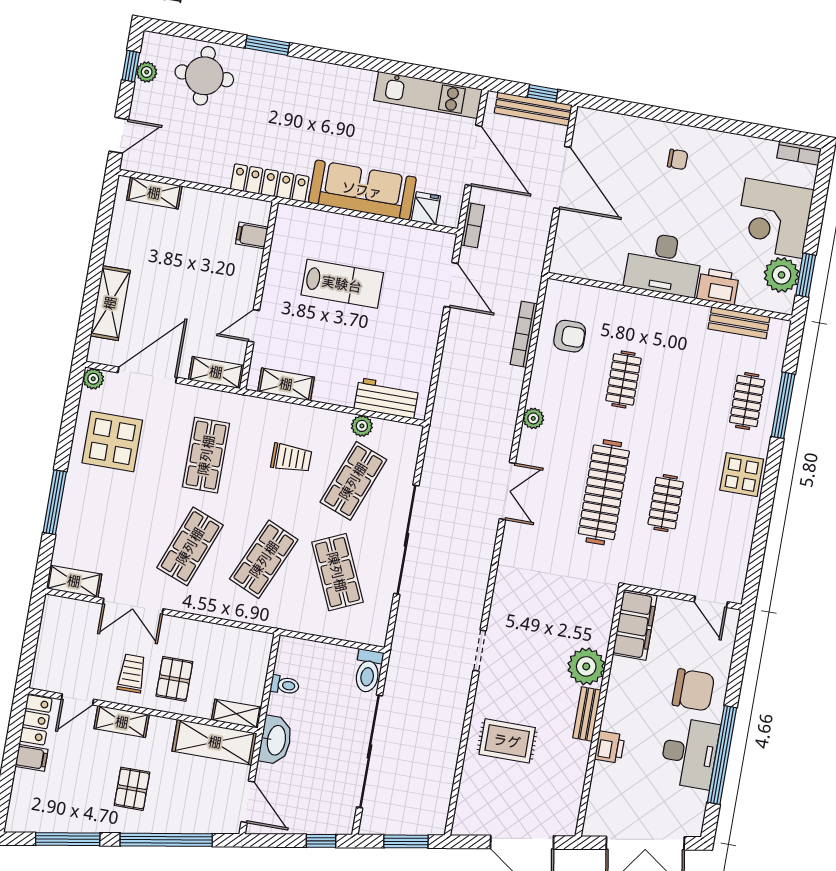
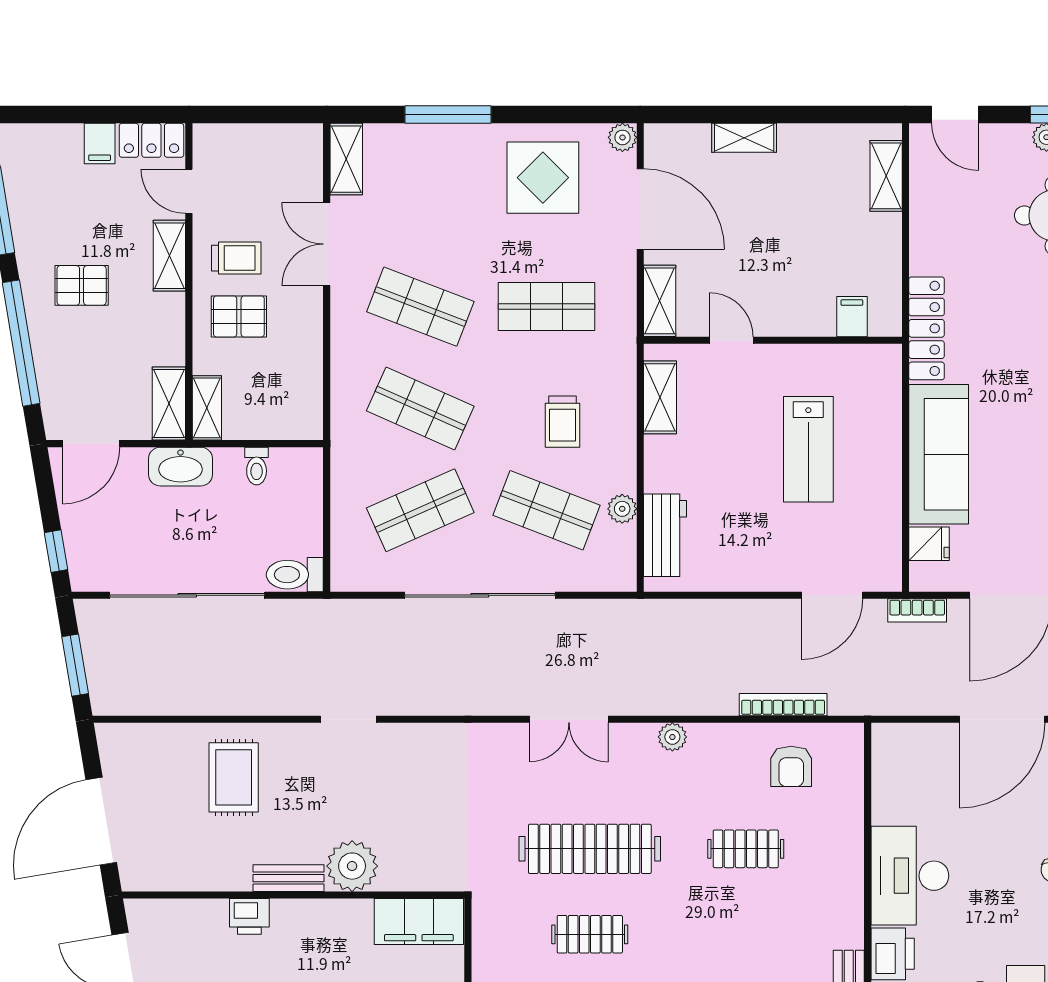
shelving: (110, 303) -> (744, 138), width x0.67, depth x0.75
shelving: (215, 742) -> (169, 404), width x0.67, depth x0.75

